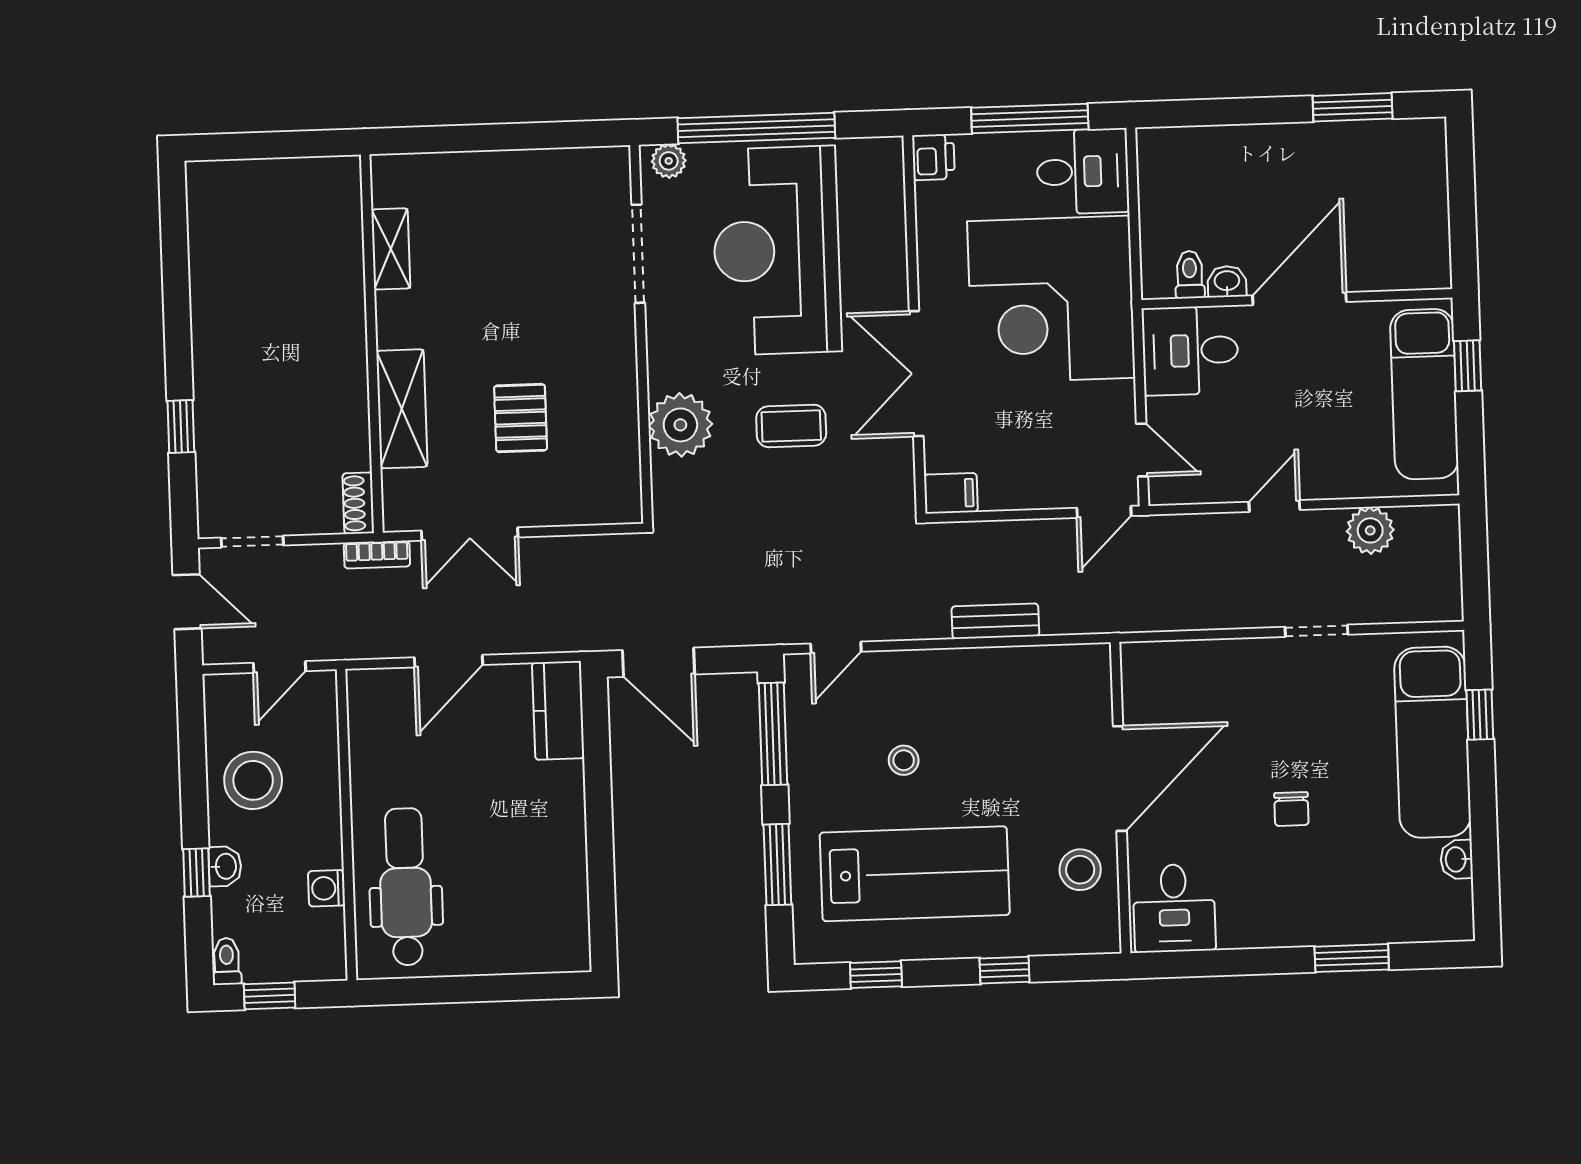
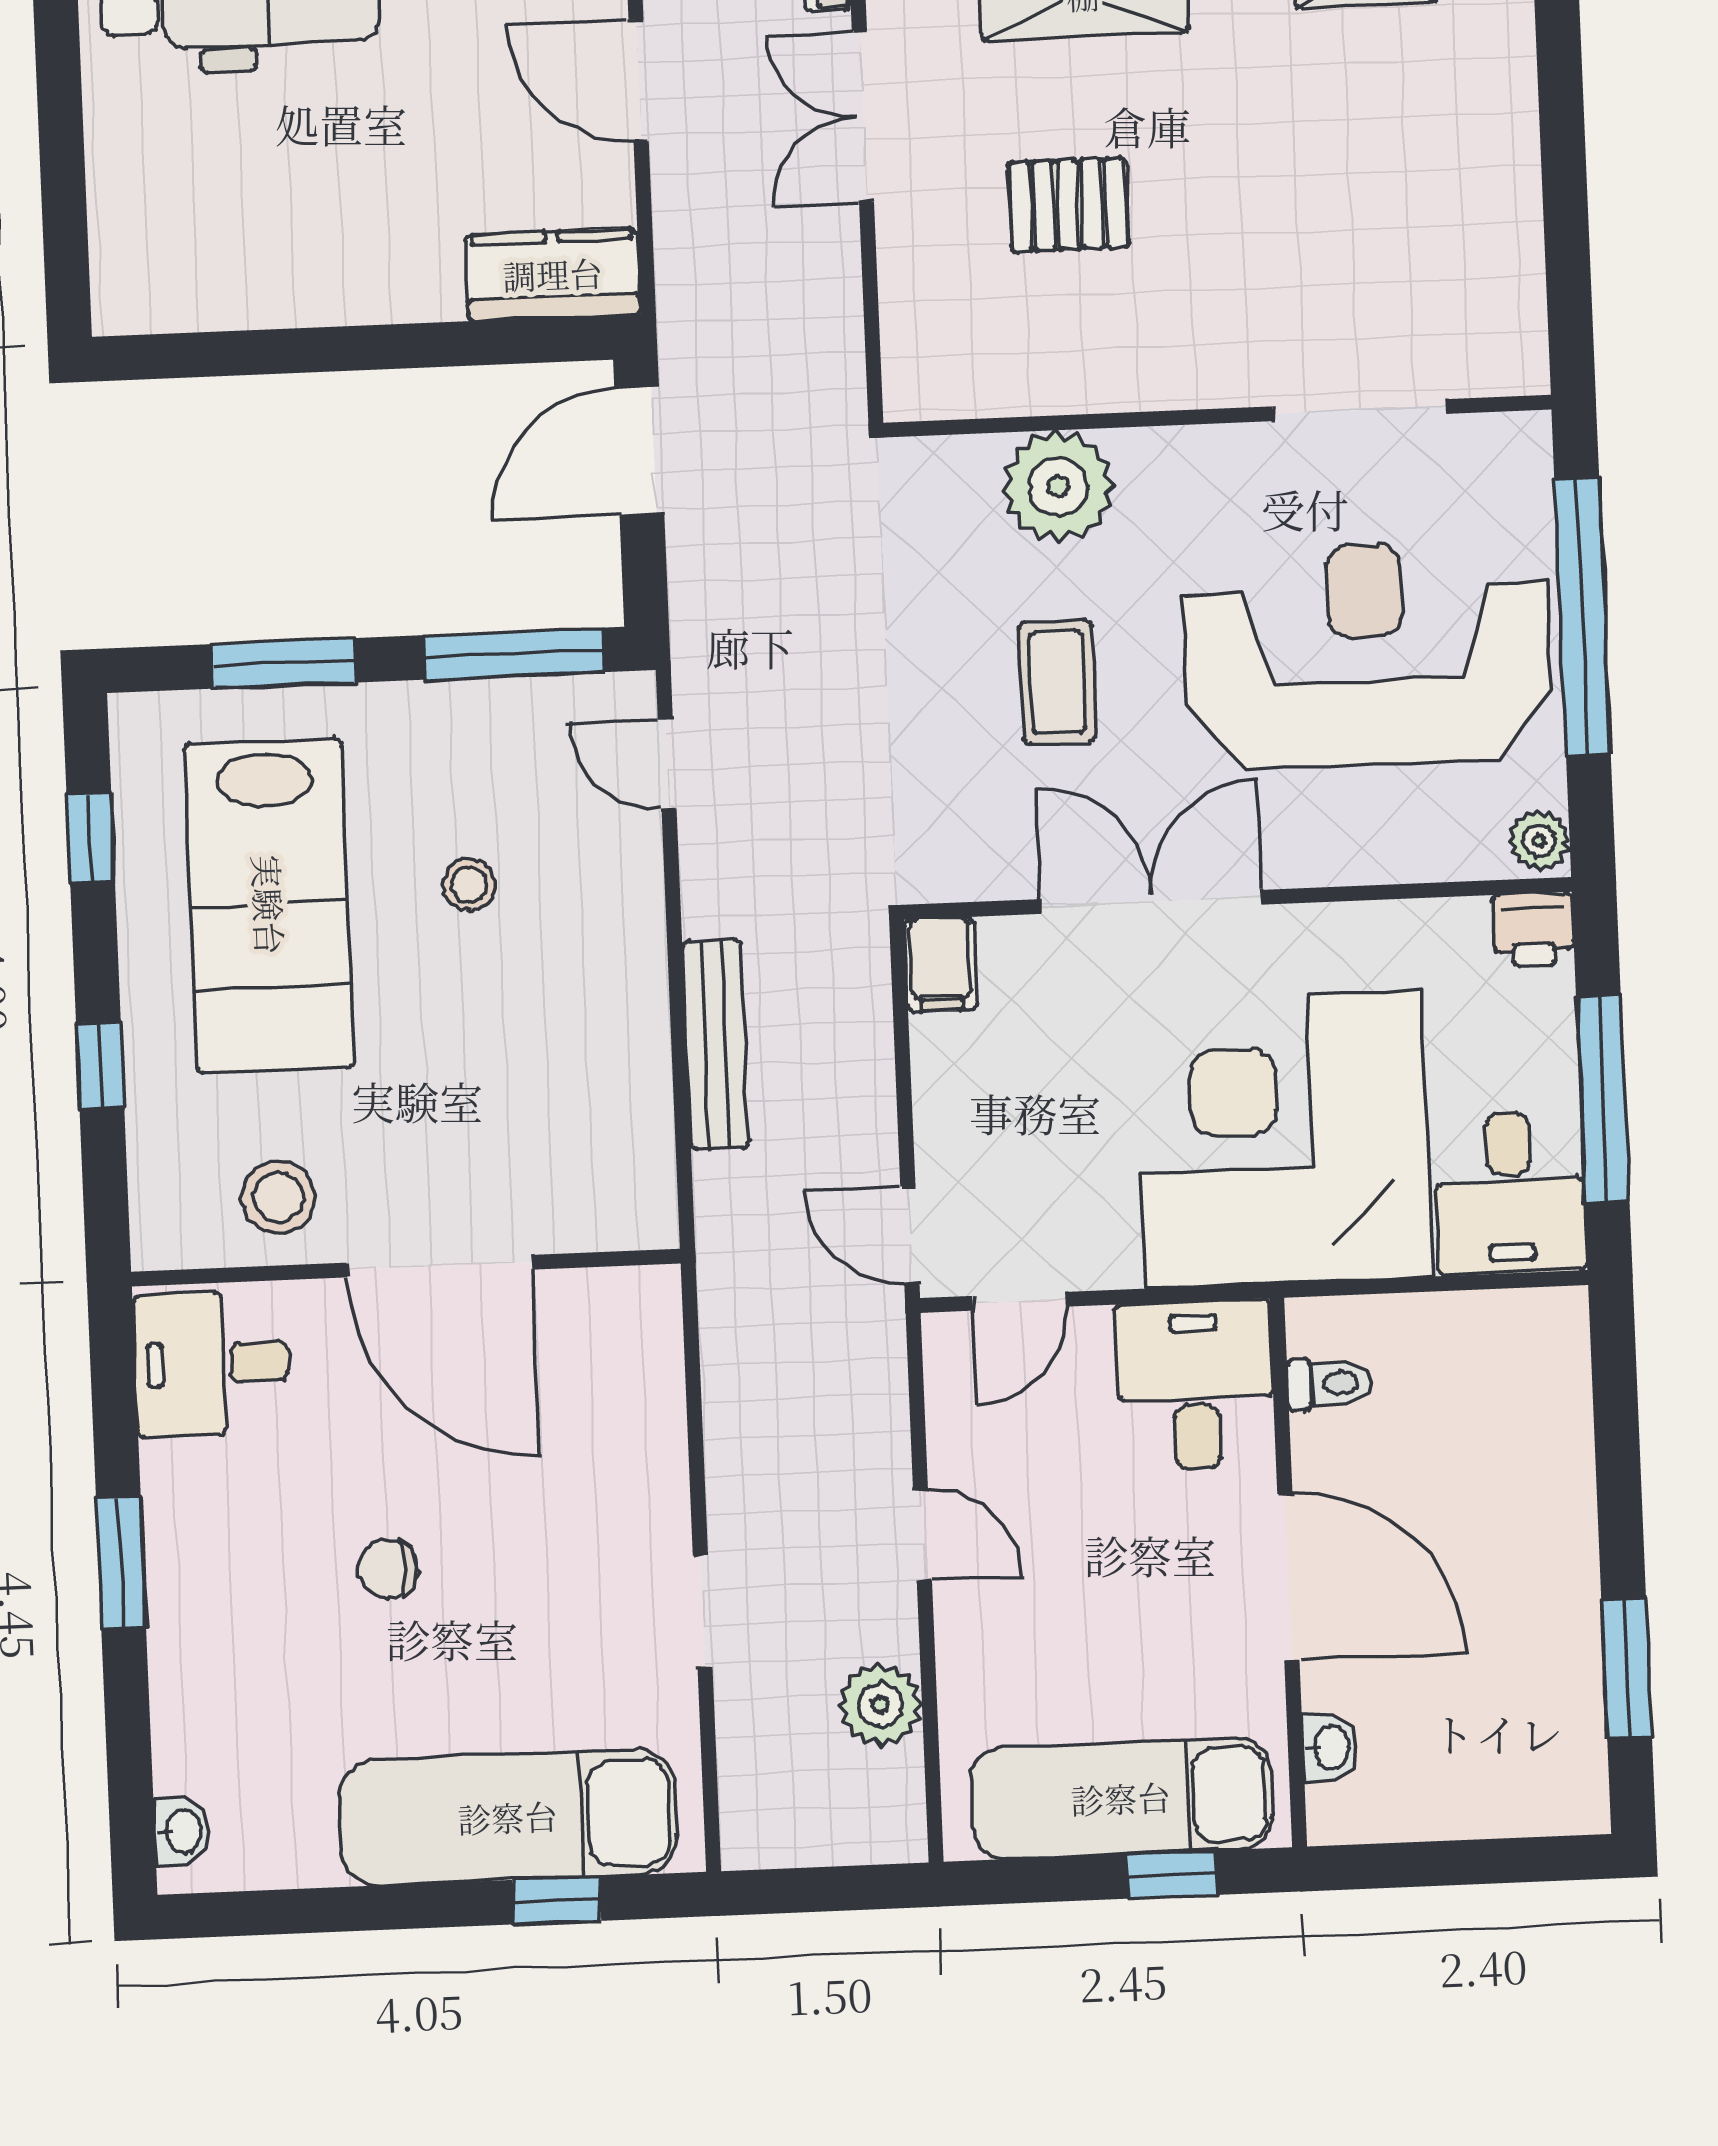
plant: (669, 161) -> (1539, 840), moved
washbasin: (1227, 282) -> (1330, 1747), moved
bench: (995, 621) -> (716, 1045), width x1.36
washbasin: (1457, 859) -> (182, 1831), moved, turned 90
window: (1352, 958) -> (121, 1563), moved

